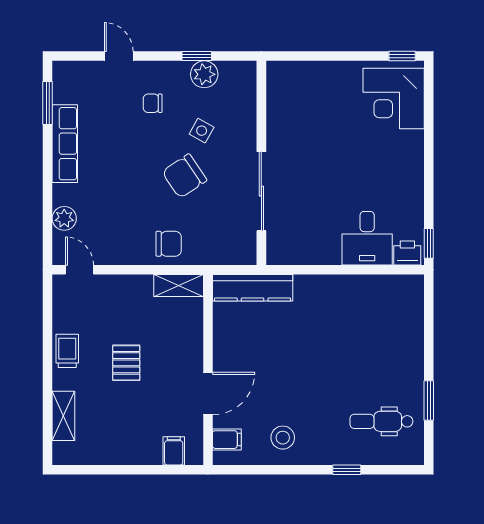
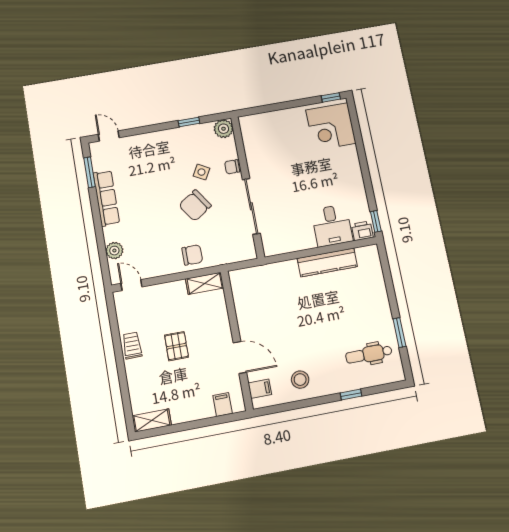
door: (119, 56) -> (109, 136), moved
plant: (204, 74) -> (223, 129), moved
chair: (153, 103) -> (232, 167), moved
kitchen counter: (253, 288) -> (327, 262), moved
door: (208, 394) -> (240, 357), hinge flipped
shelving: (63, 416) -> (152, 420), moved, turned 90

